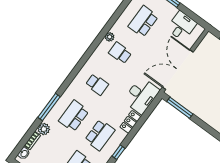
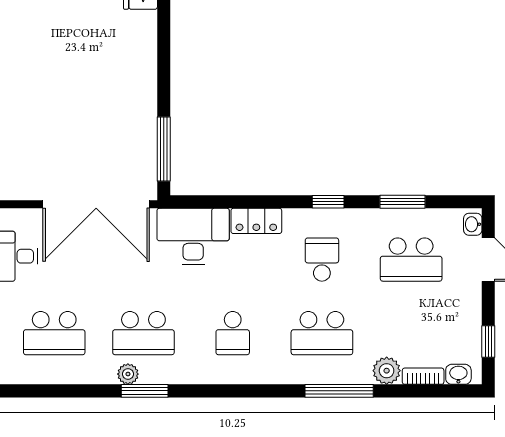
window: (99, 38) -> (145, 391), added
school desk: (120, 53) -> (143, 333), width x1.85
school desk: (97, 84) -> (233, 333), turned 180
school desk: (100, 135) -> (322, 260), width x0.54

